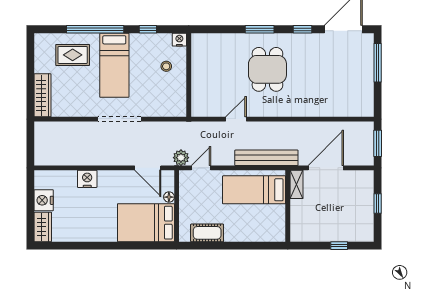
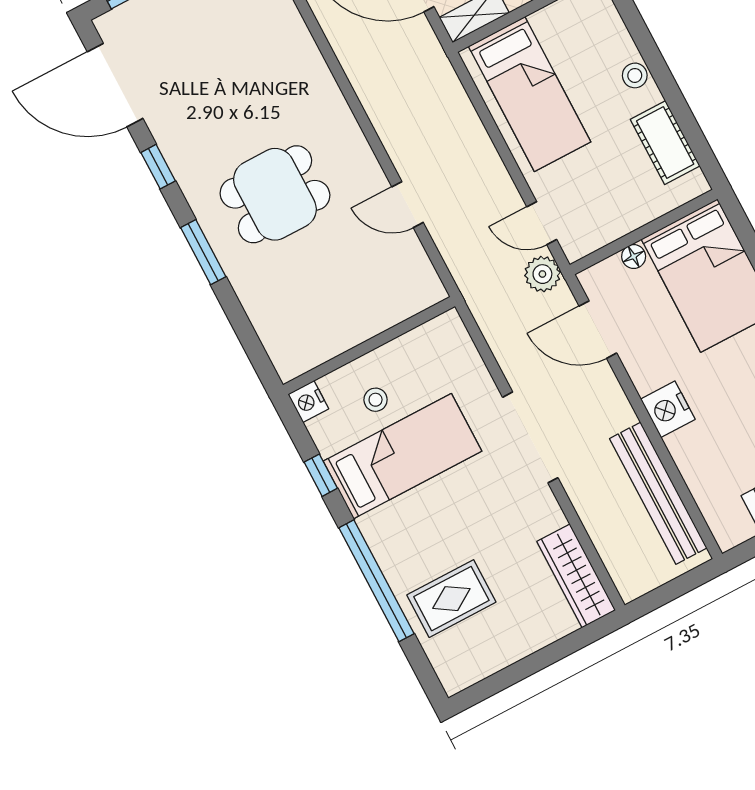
rug: (73, 55) -> (451, 599), turned 90
bed: (114, 65) -> (402, 456), moved
wardrobe: (42, 95) -> (576, 576), moved, turned -90
bench: (266, 158) -> (658, 493), moved
door: (148, 168) -> (598, 330), swing flipped
nightstand: (87, 179) -> (668, 409), moved
stool: (240, 235) -> (635, 75), added

